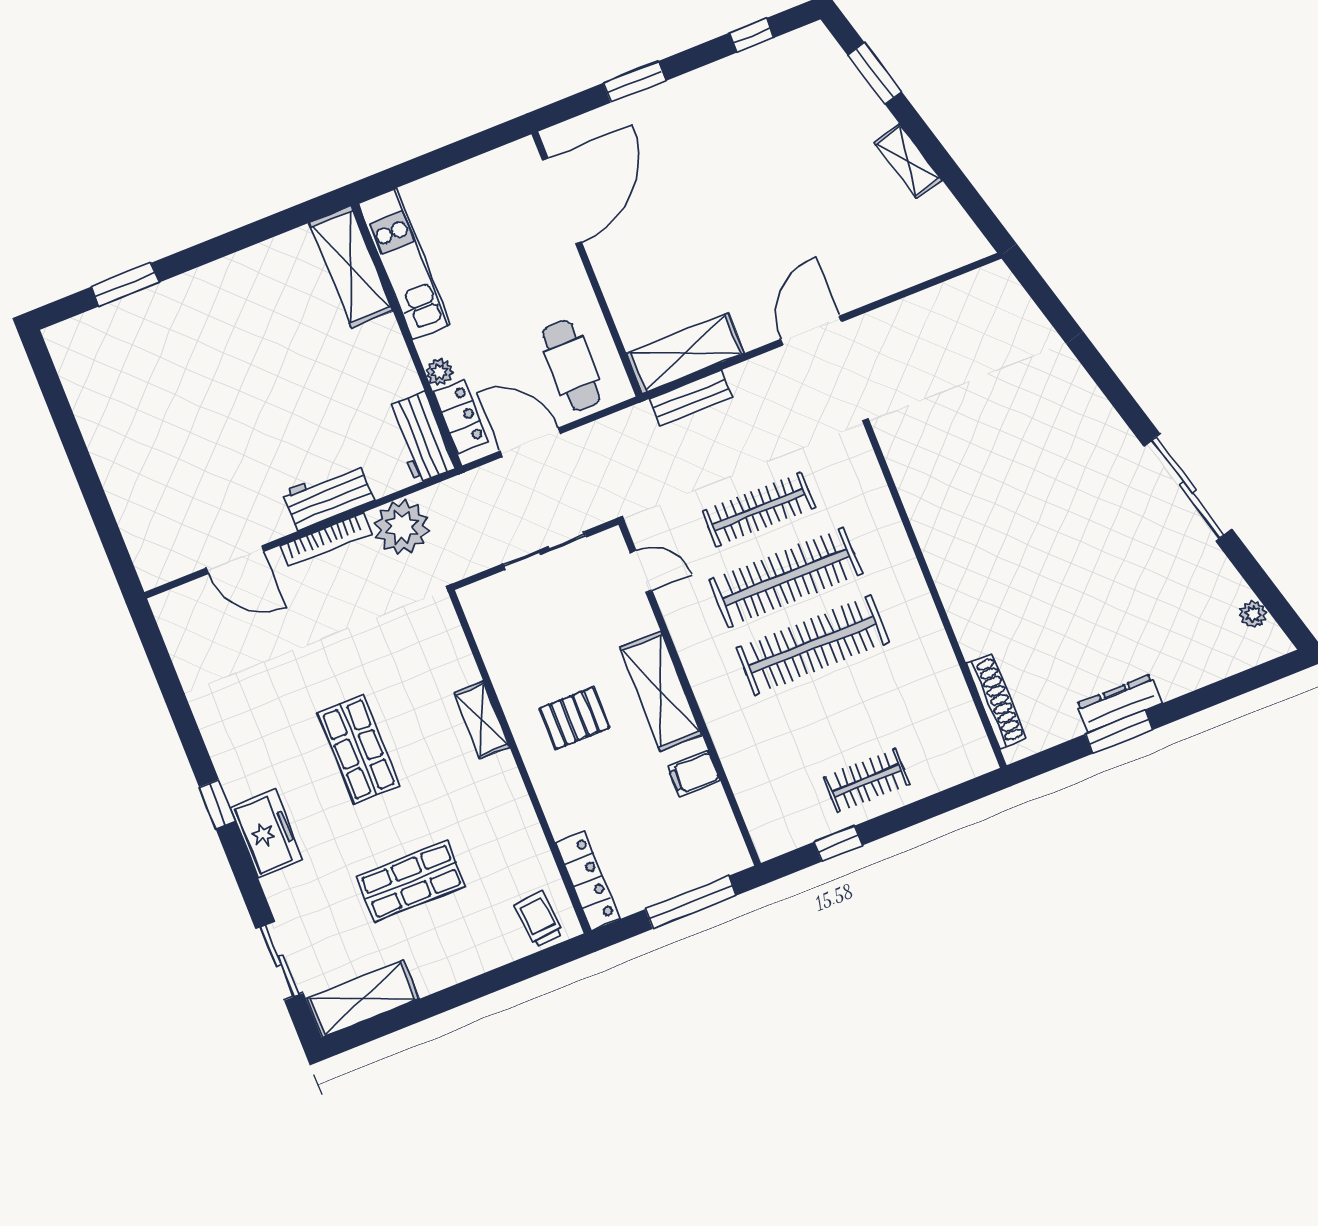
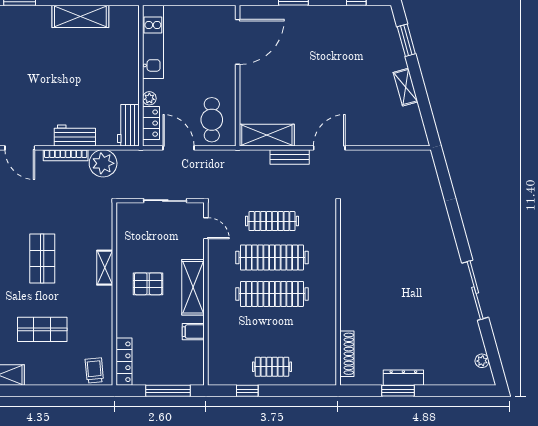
shelving: (351, 267) -> (80, 16), moved, turned 90
bench: (691, 398) -> (290, 157), moved

